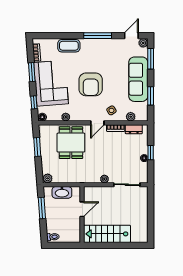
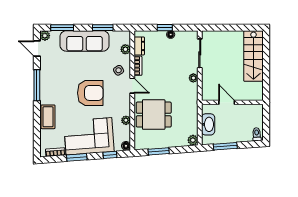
stairs: (107, 234) -> (253, 56), moved

